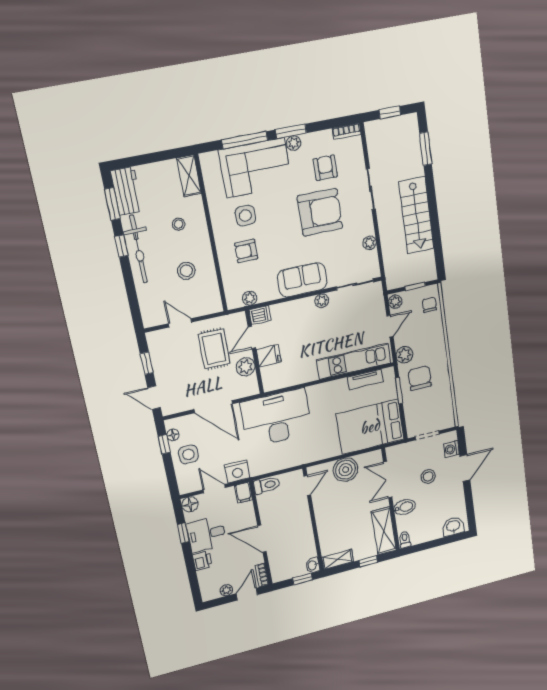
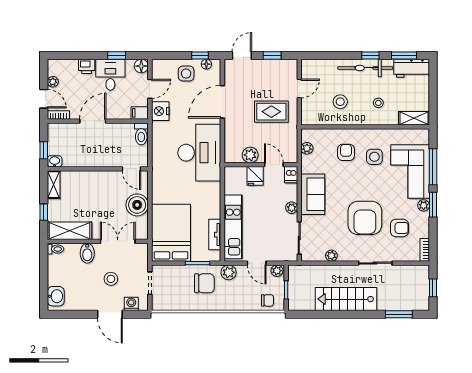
dishwasher: (260, 315) -> (291, 175), moved
door: (252, 337) -> (274, 165), moved
wall: (255, 352) -> (261, 165), moved
fridge: (269, 356) -> (255, 176), moved
plant: (246, 367) -> (250, 155), moved

